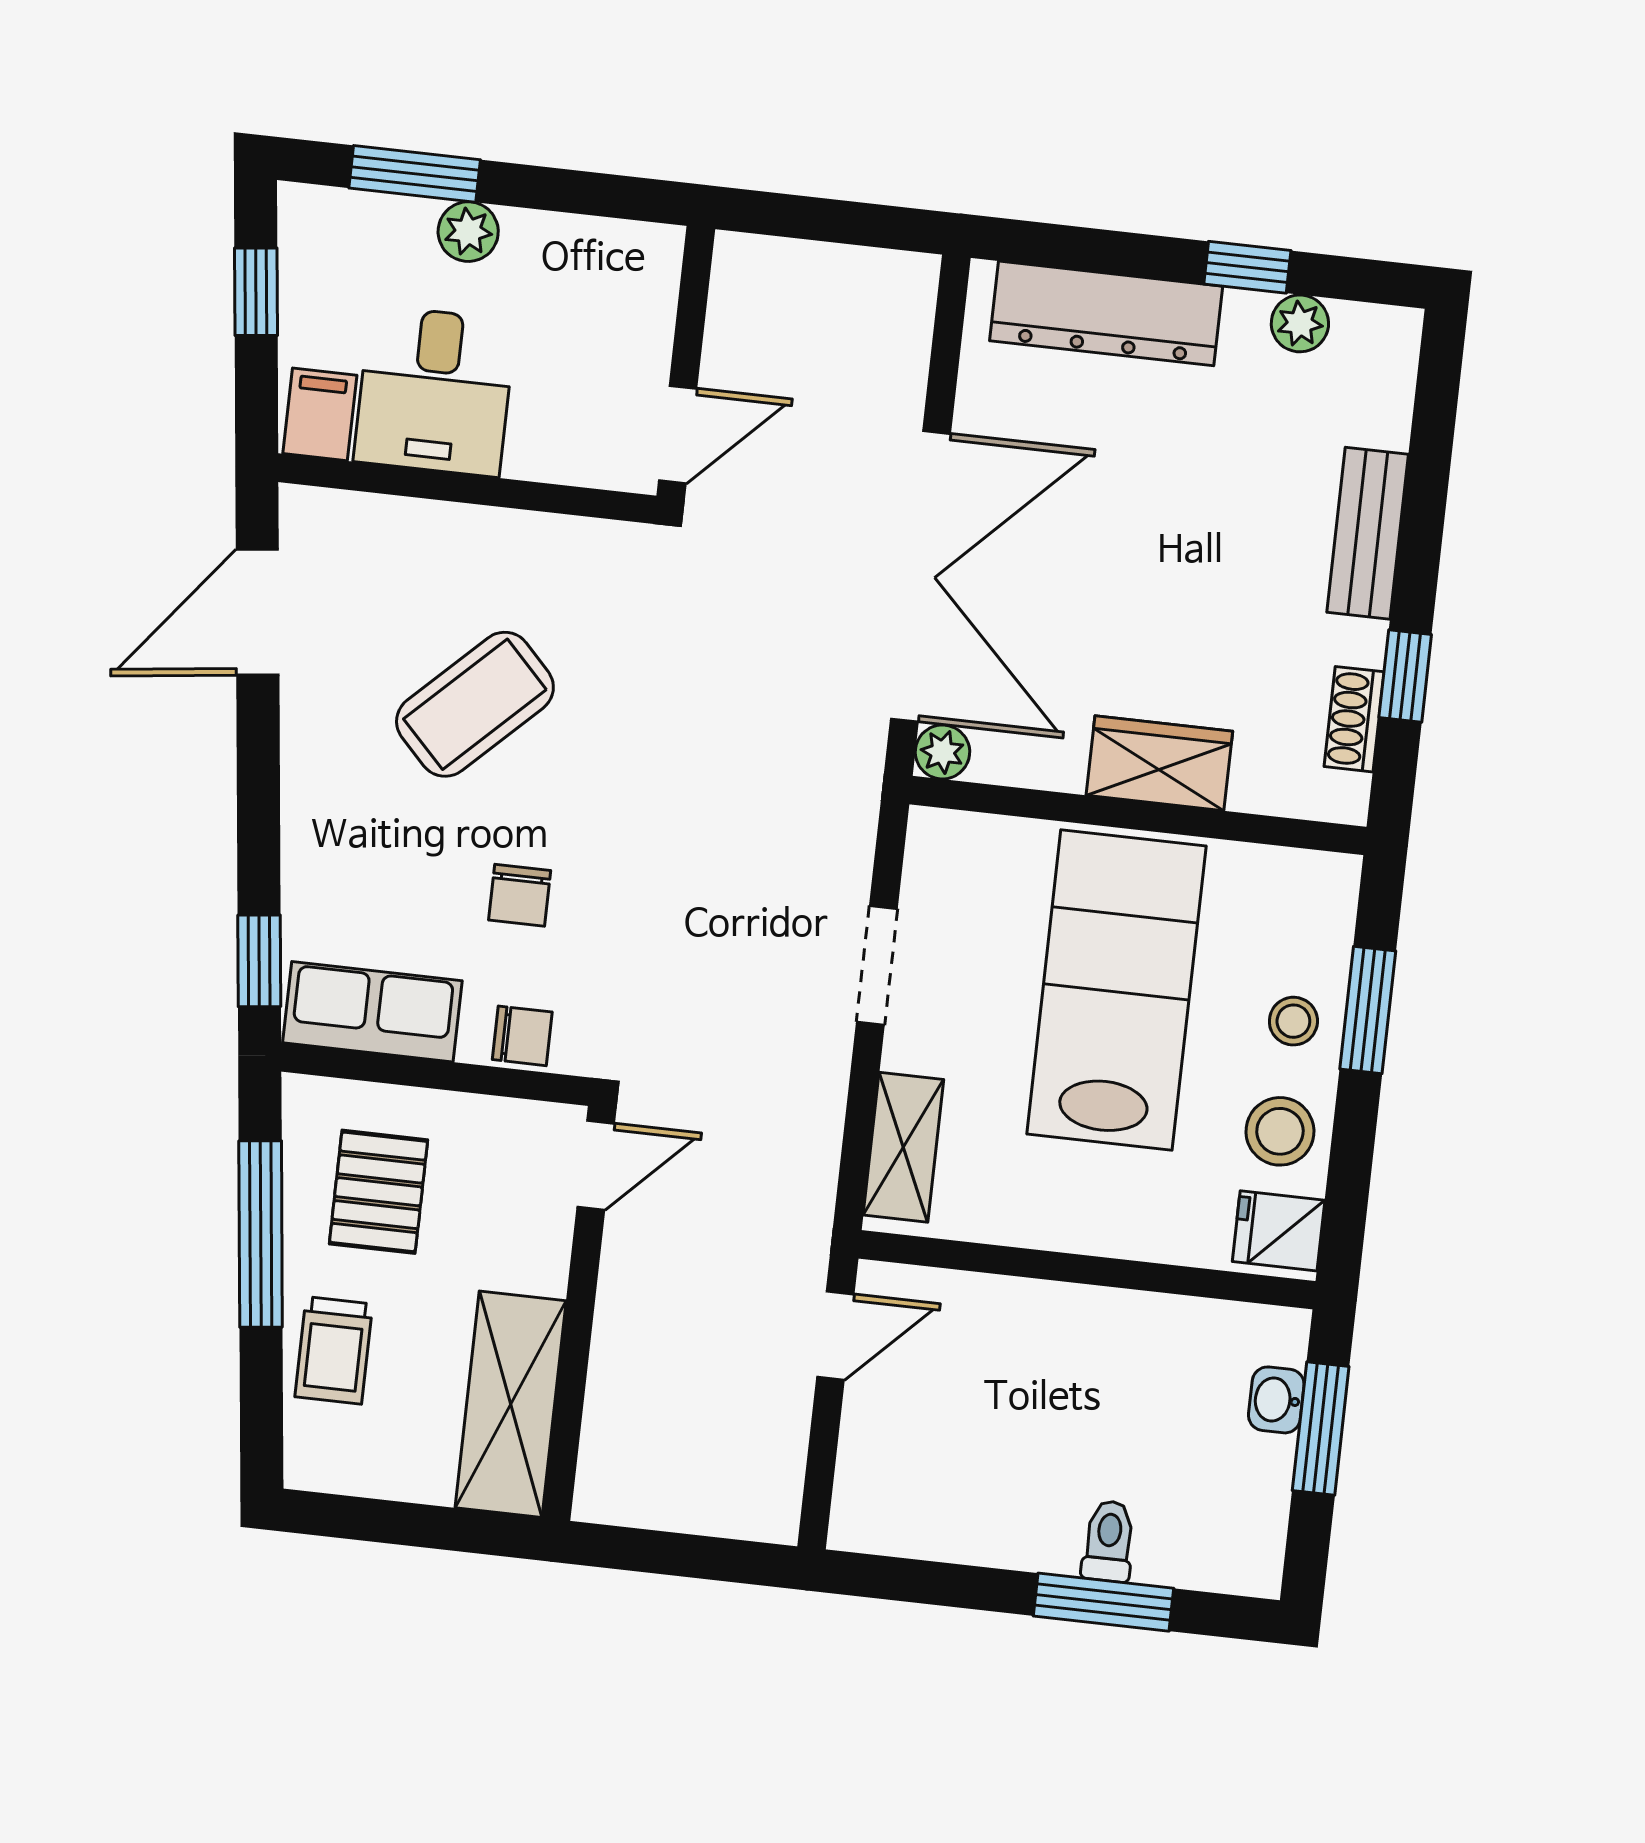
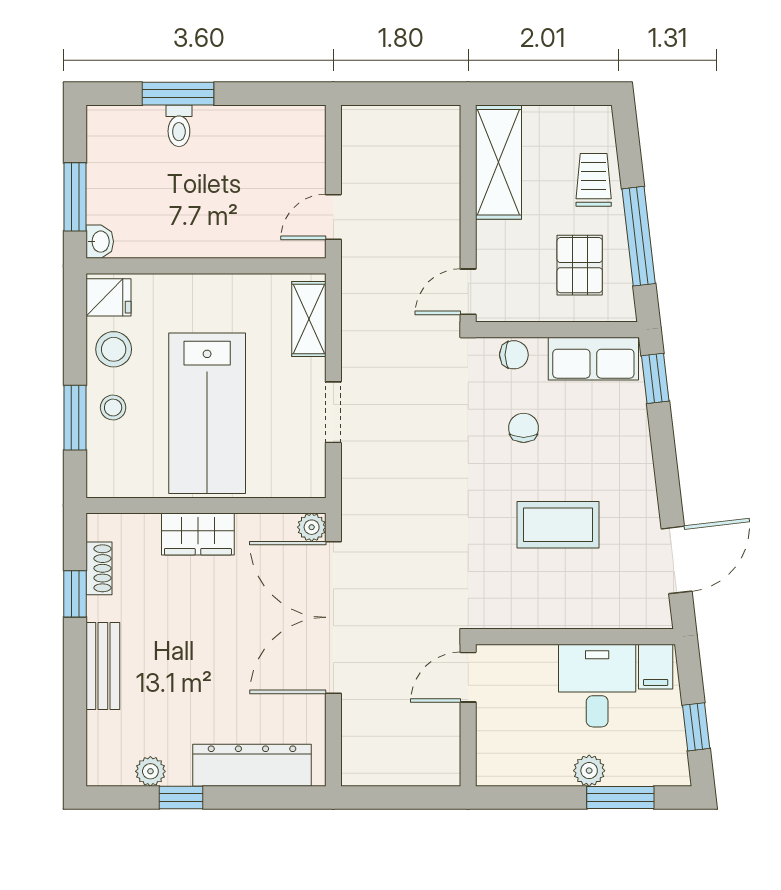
coffee table: (475, 704) -> (558, 525), turned 44
chair: (522, 1036) -> (514, 355), turned 180
washbasin: (1276, 1400) -> (100, 242), moved

